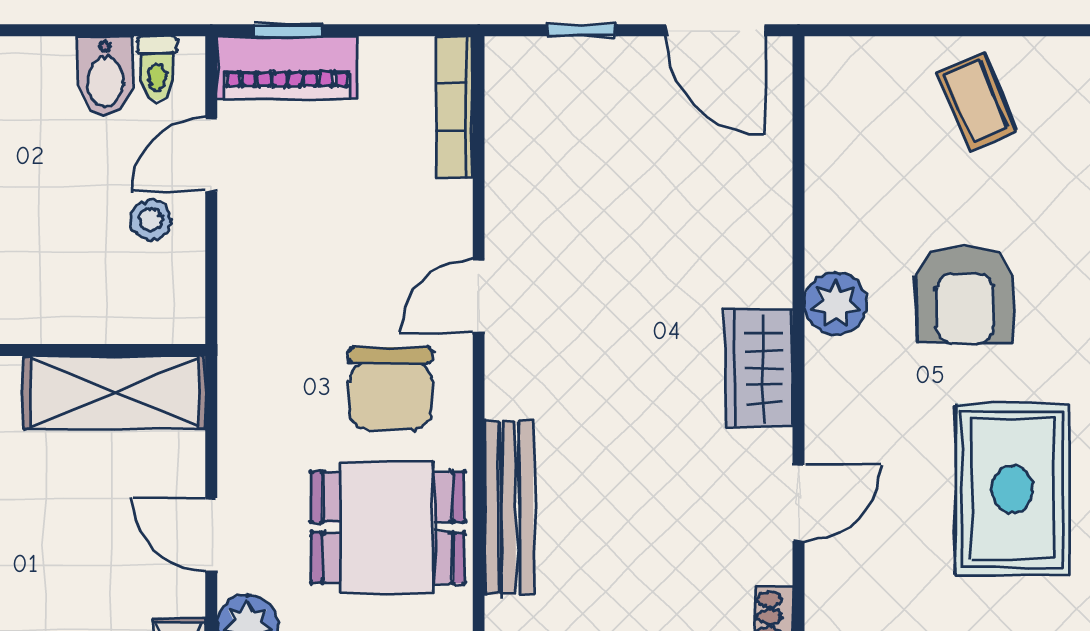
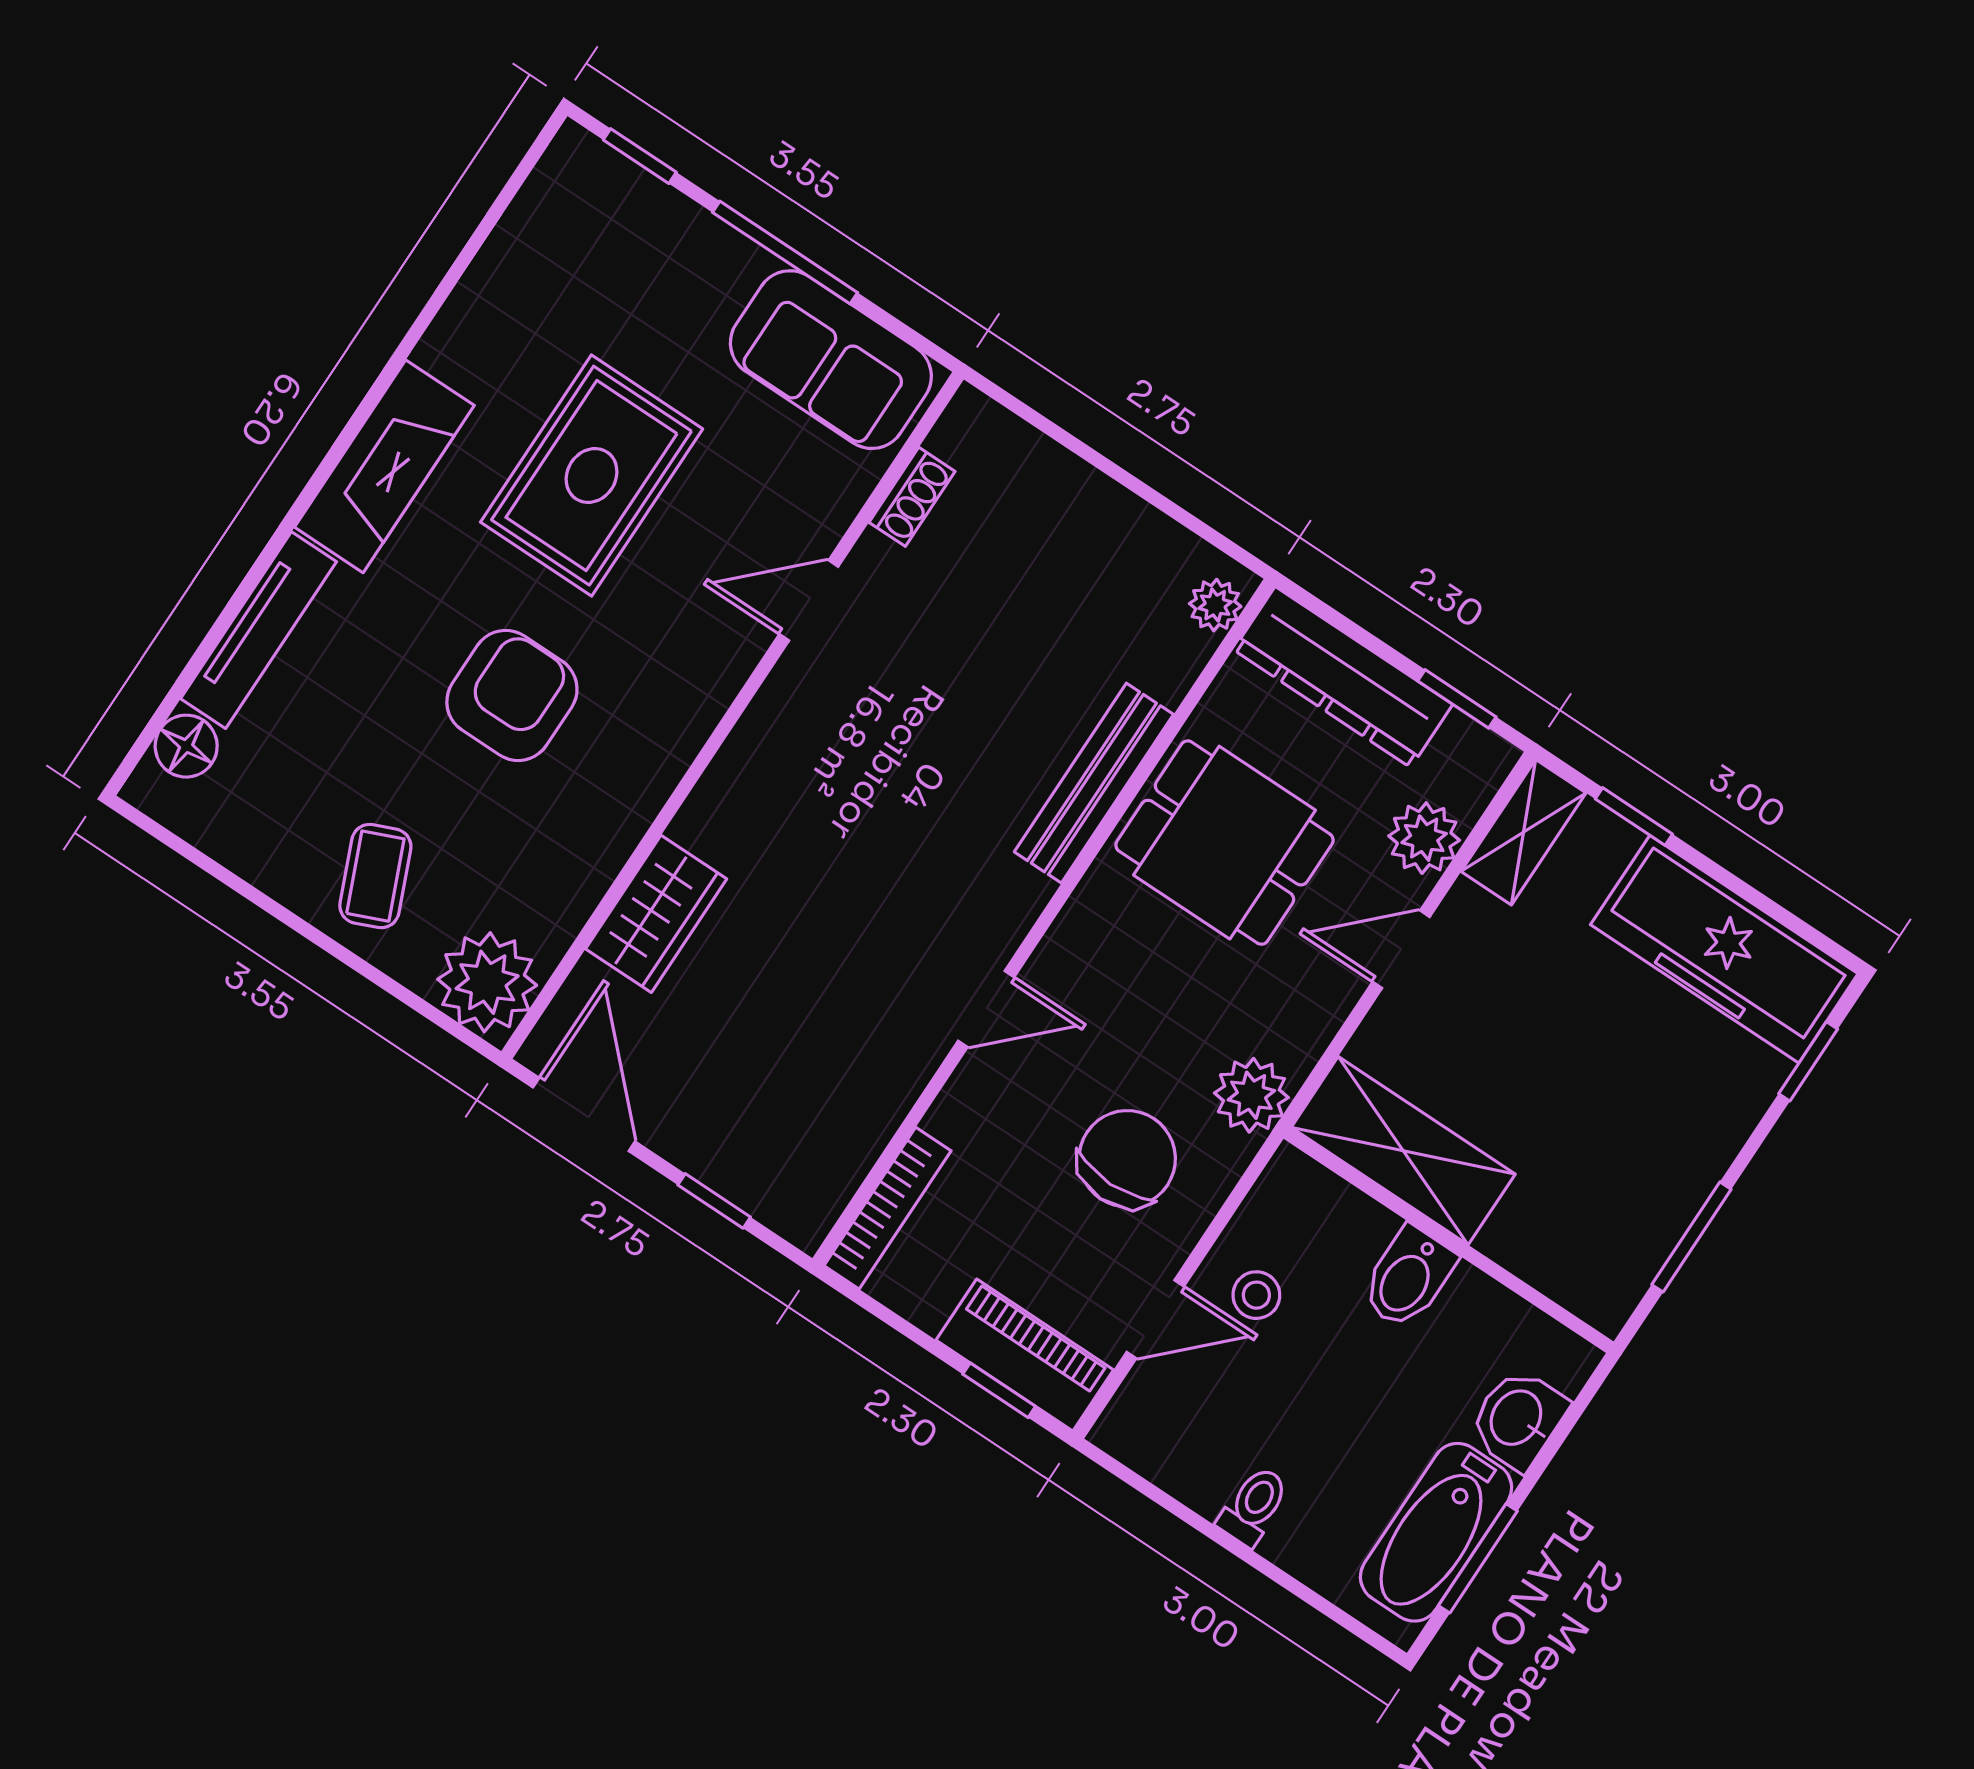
toilet: (157, 68) -> (1254, 1506), moved
bidet: (105, 76) -> (1408, 1278), moved, turned 180
plant: (836, 304) -> (487, 982), moved, width x1.36, depth x1.36
plant: (249, 360) -> (1251, 1095), added
wardrobe: (759, 368) -> (656, 914), moved
chair: (391, 388) -> (1127, 1159), moved
door: (211, 535) -> (1401, 949), swing flipped

